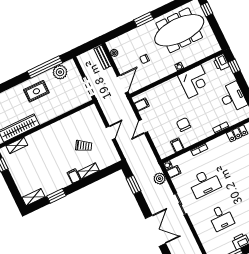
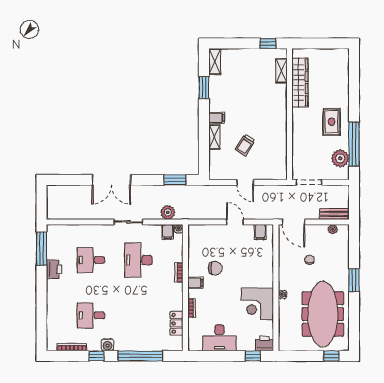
filing cabinet: (177, 145) -> (195, 283), moved

